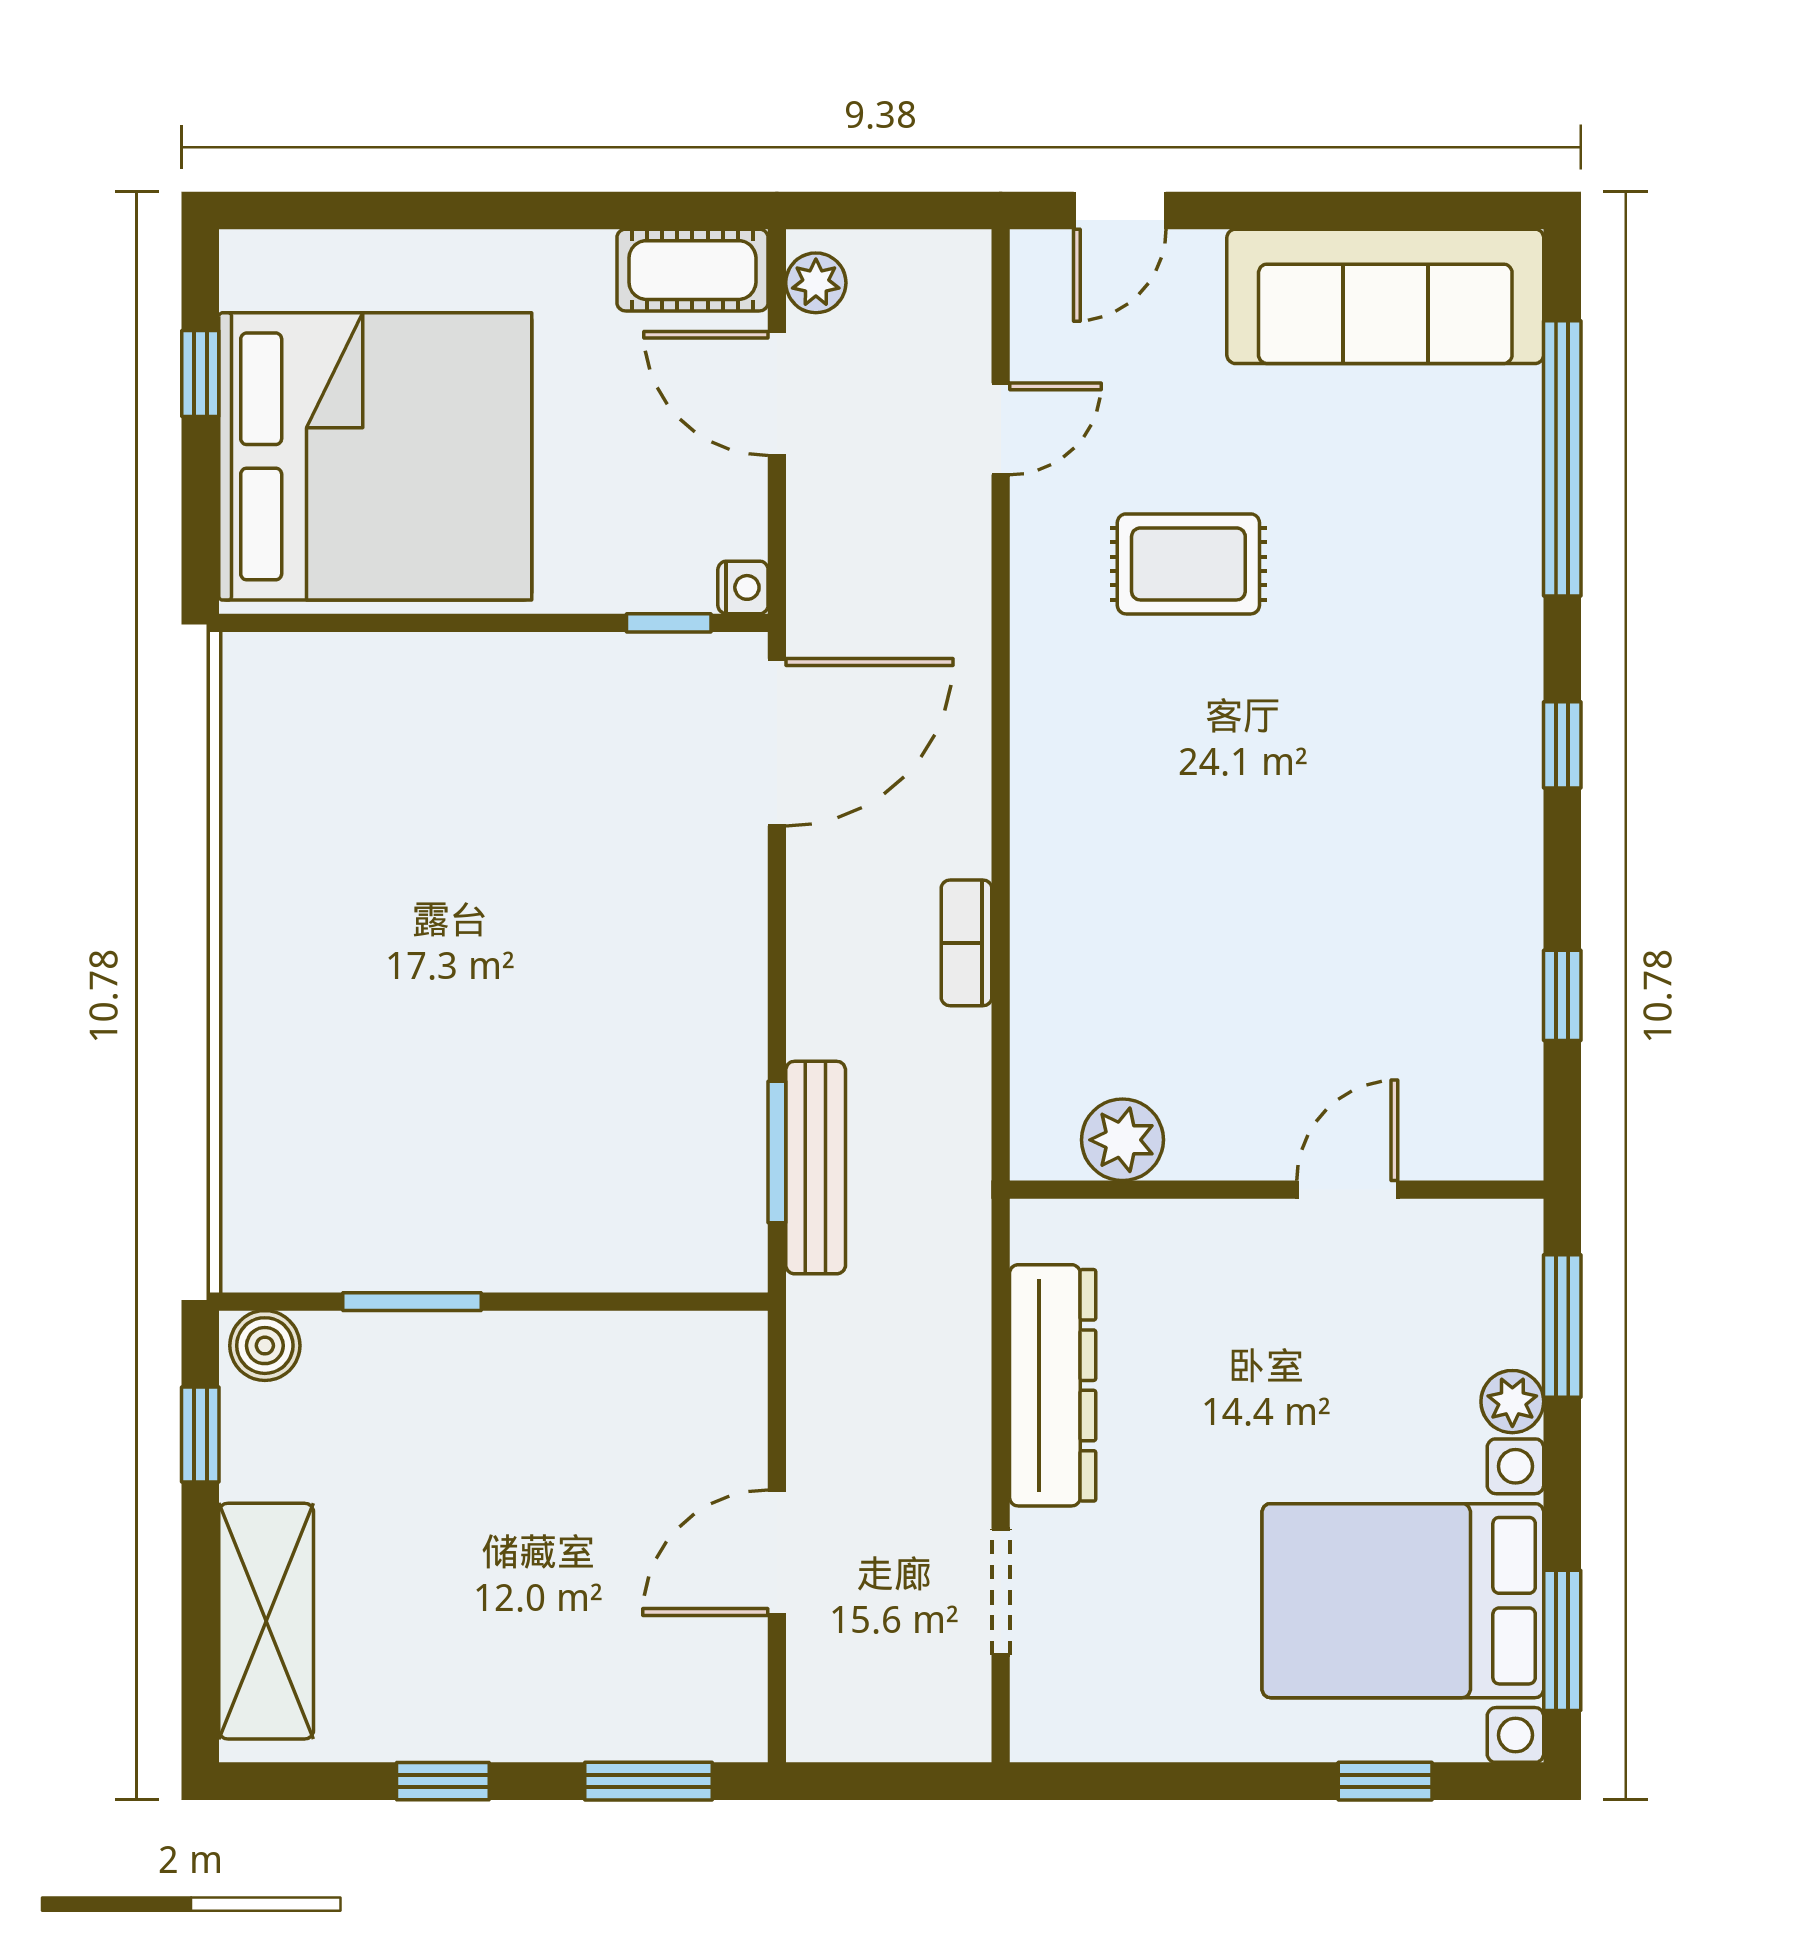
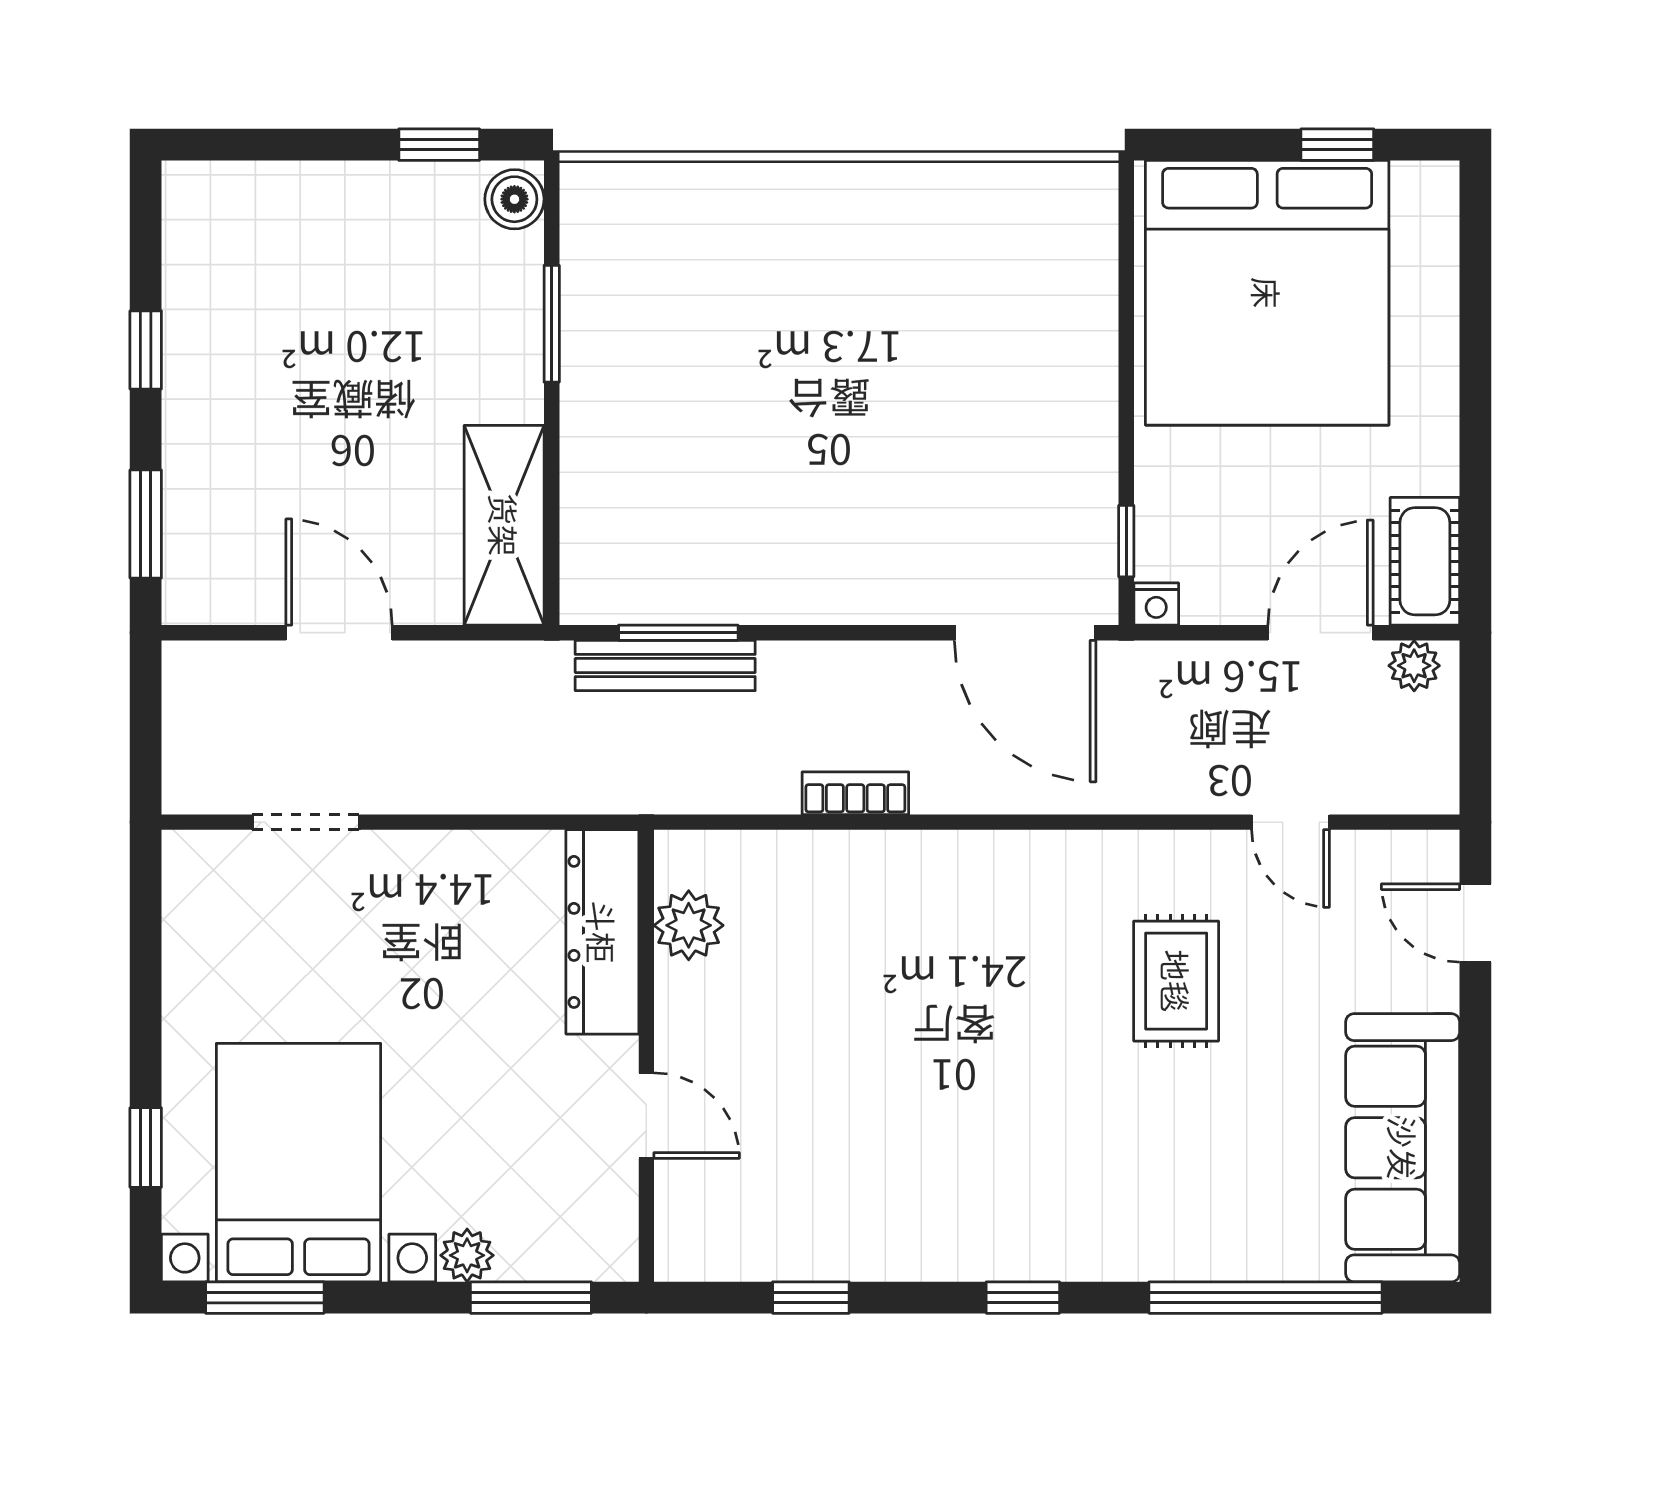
dresser: (1053, 1385) -> (602, 932), moved, turned 90
shelving: (266, 1621) -> (504, 525), moved, turned 90

